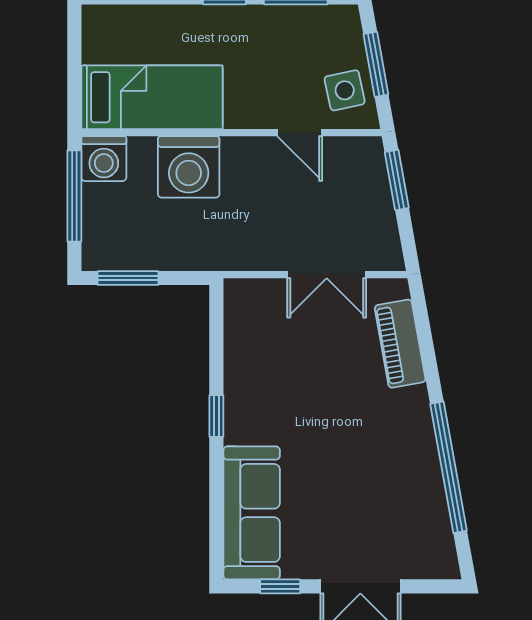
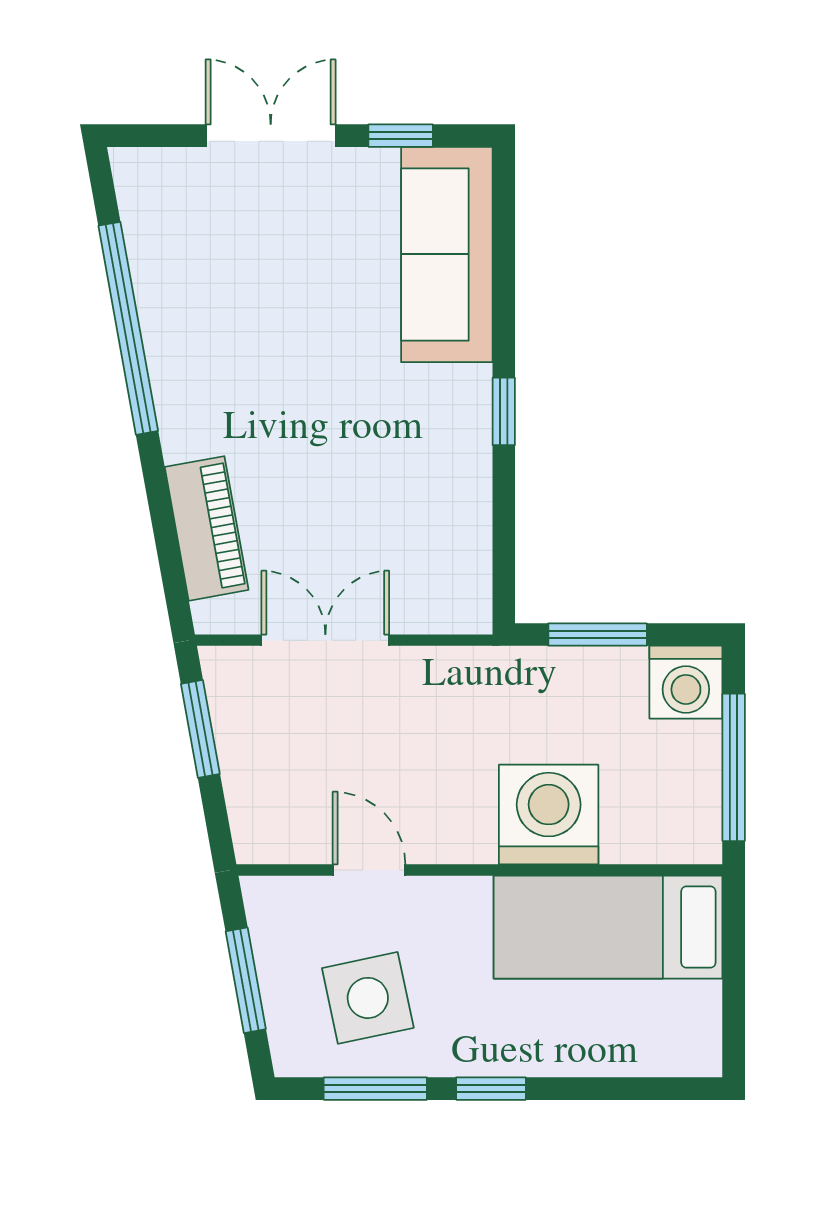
side table: (345, 90) -> (368, 998), moved, width x1.37, depth x1.37
washing machine: (104, 159) -> (686, 682), moved, turned 180
window: (397, 180) -> (200, 729), moved
window: (128, 278) -> (598, 635), moved

